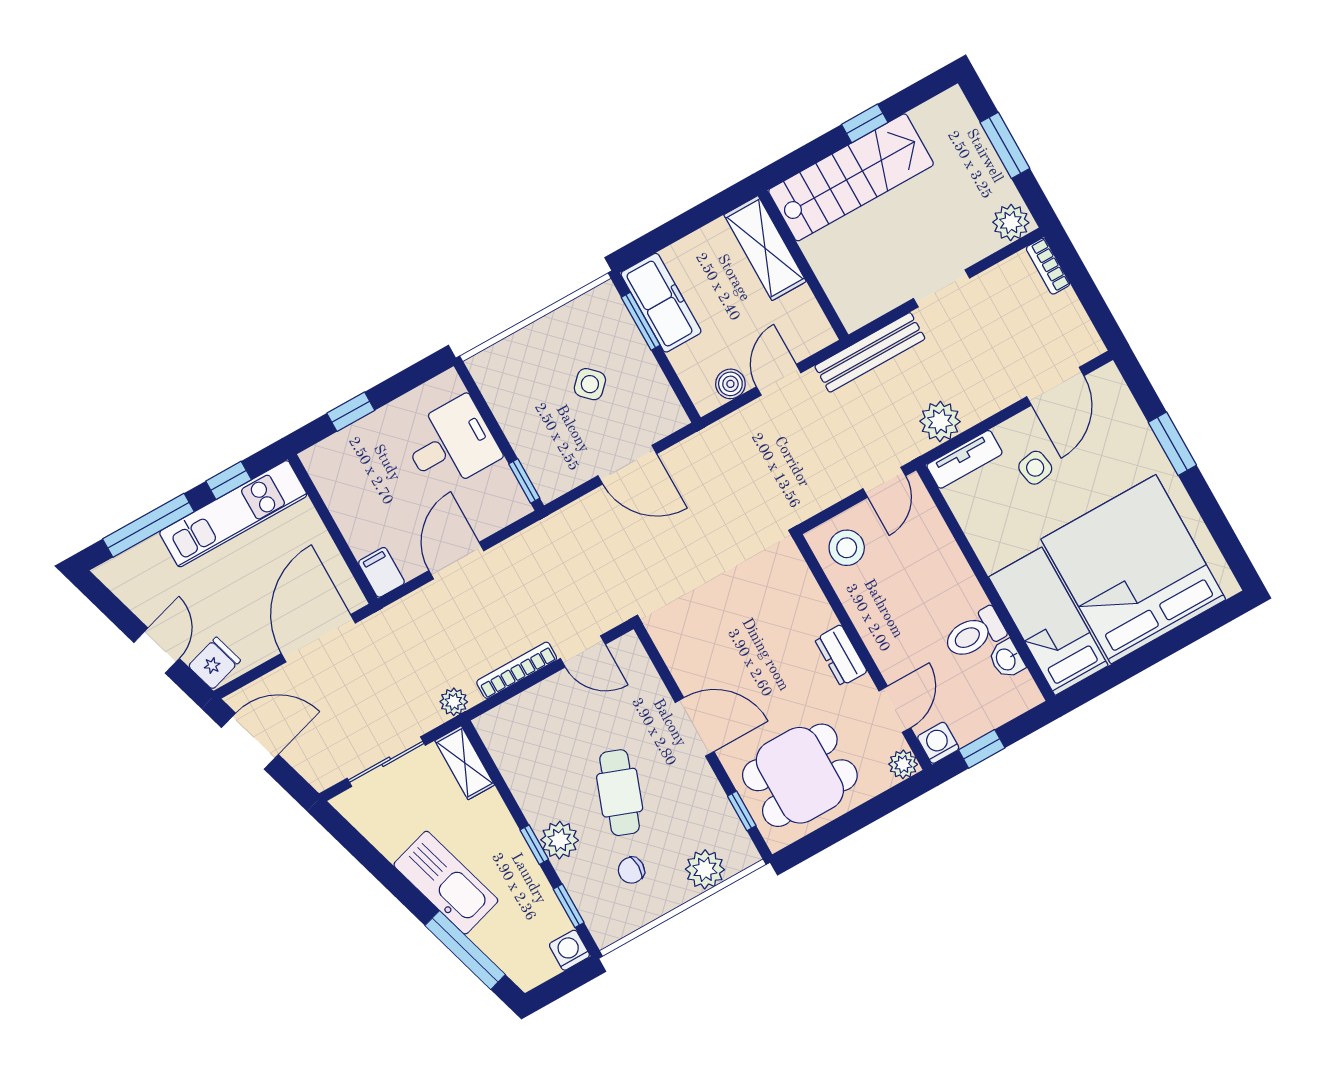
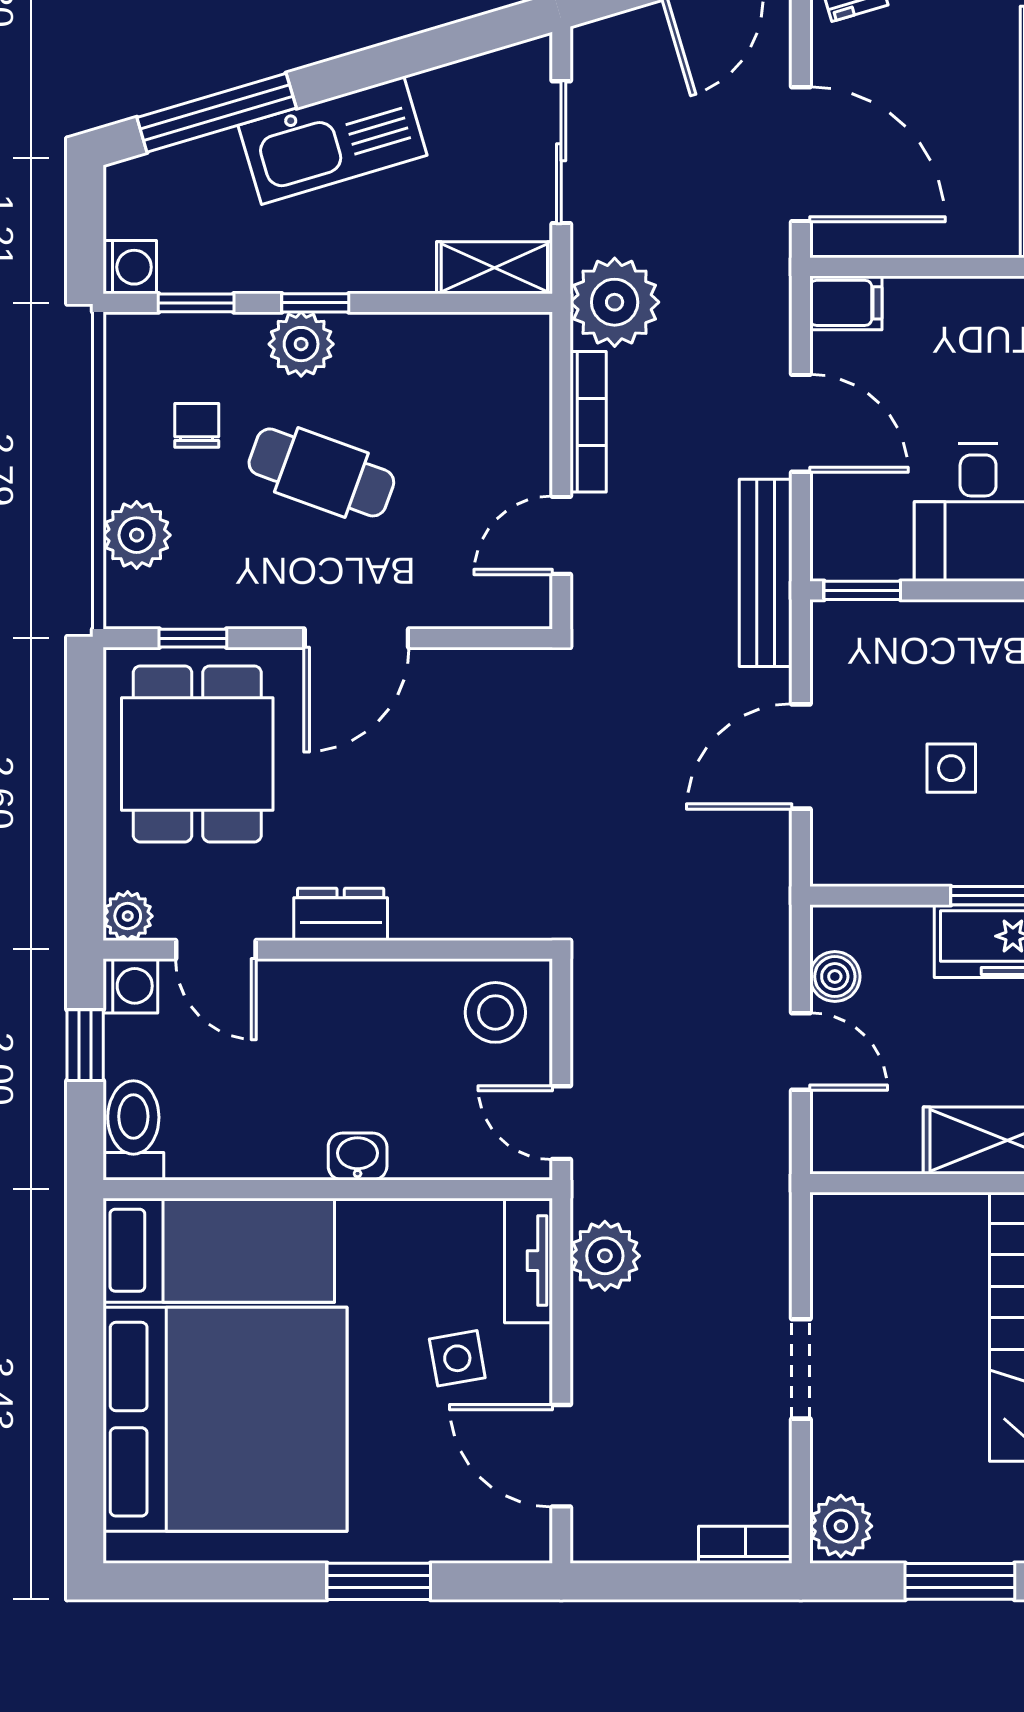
bench: (870, 352) -> (766, 573), moved
side table: (590, 384) -> (951, 768), turned 45
toilet: (974, 634) -> (133, 1130), moved
washbasin: (1006, 659) -> (358, 1157), moved
plant: (454, 702) -> (615, 302), width x1.87, depth x1.87

